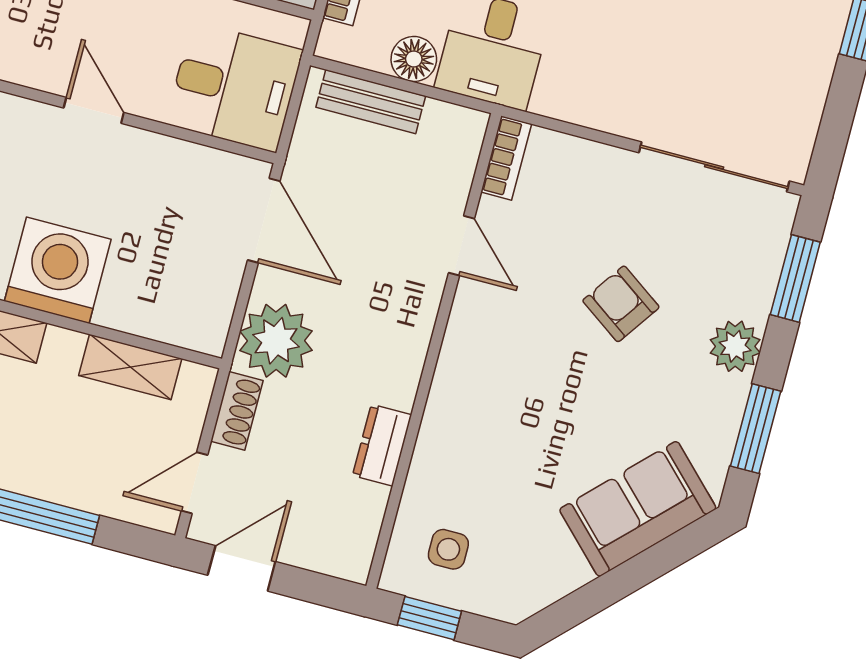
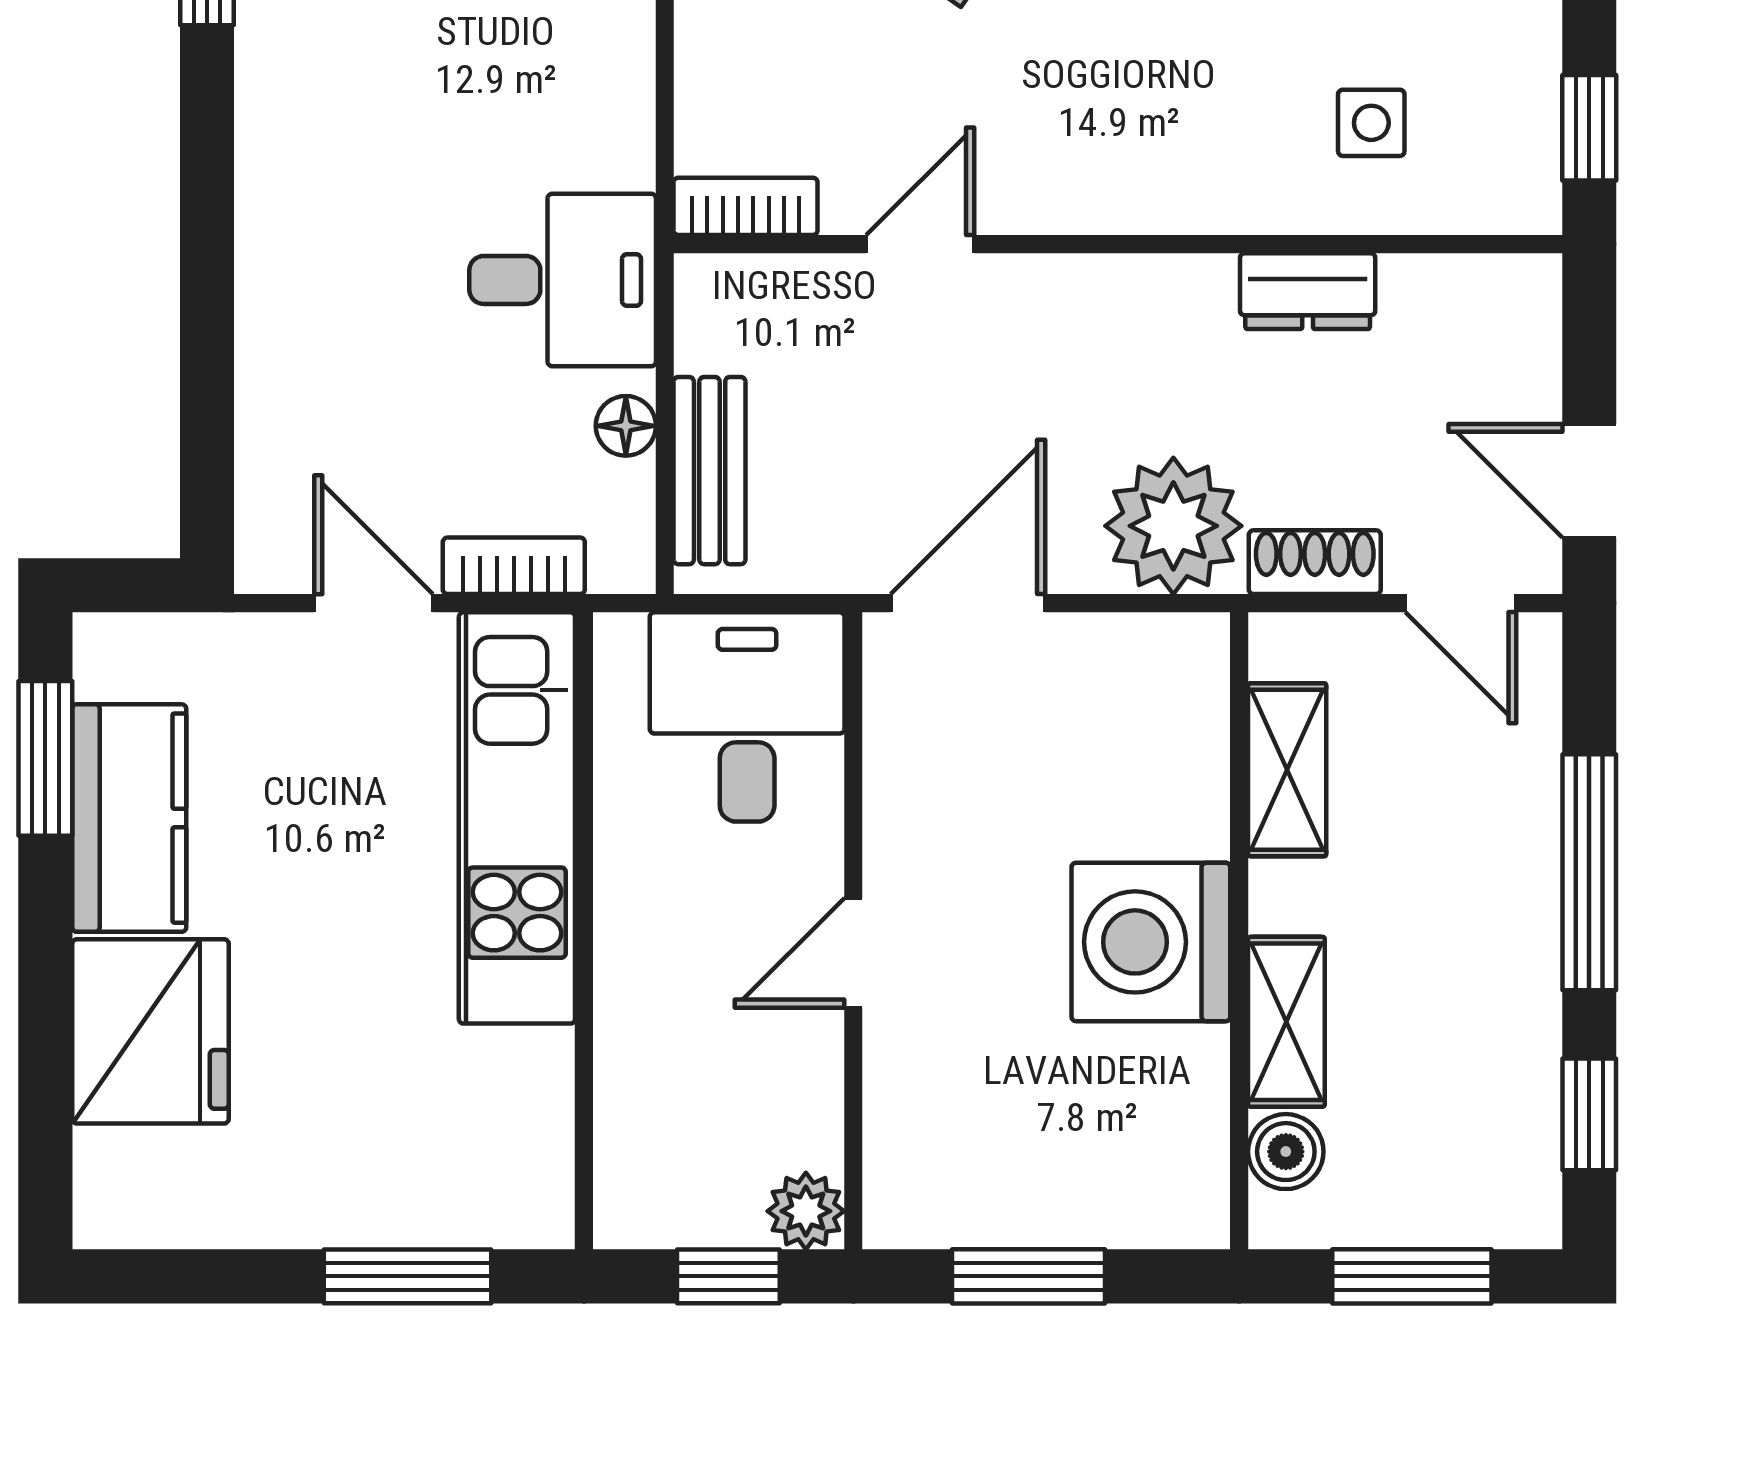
floor lamp: (414, 59) -> (626, 426), width x0.73, depth x0.73
side table: (448, 549) -> (1371, 123), moved

